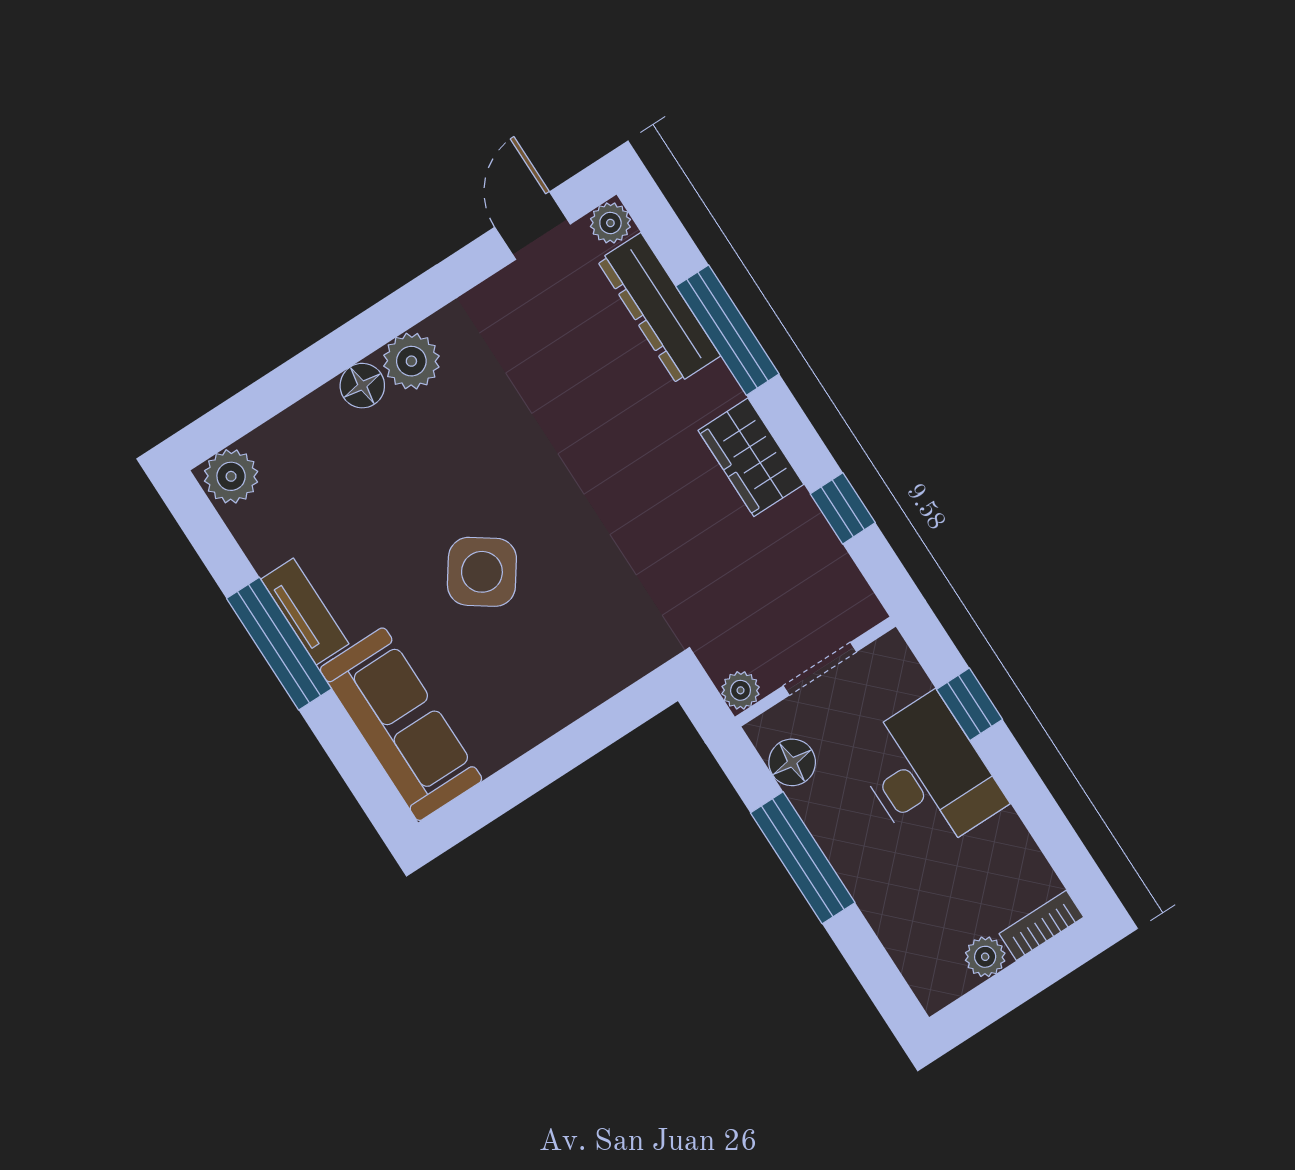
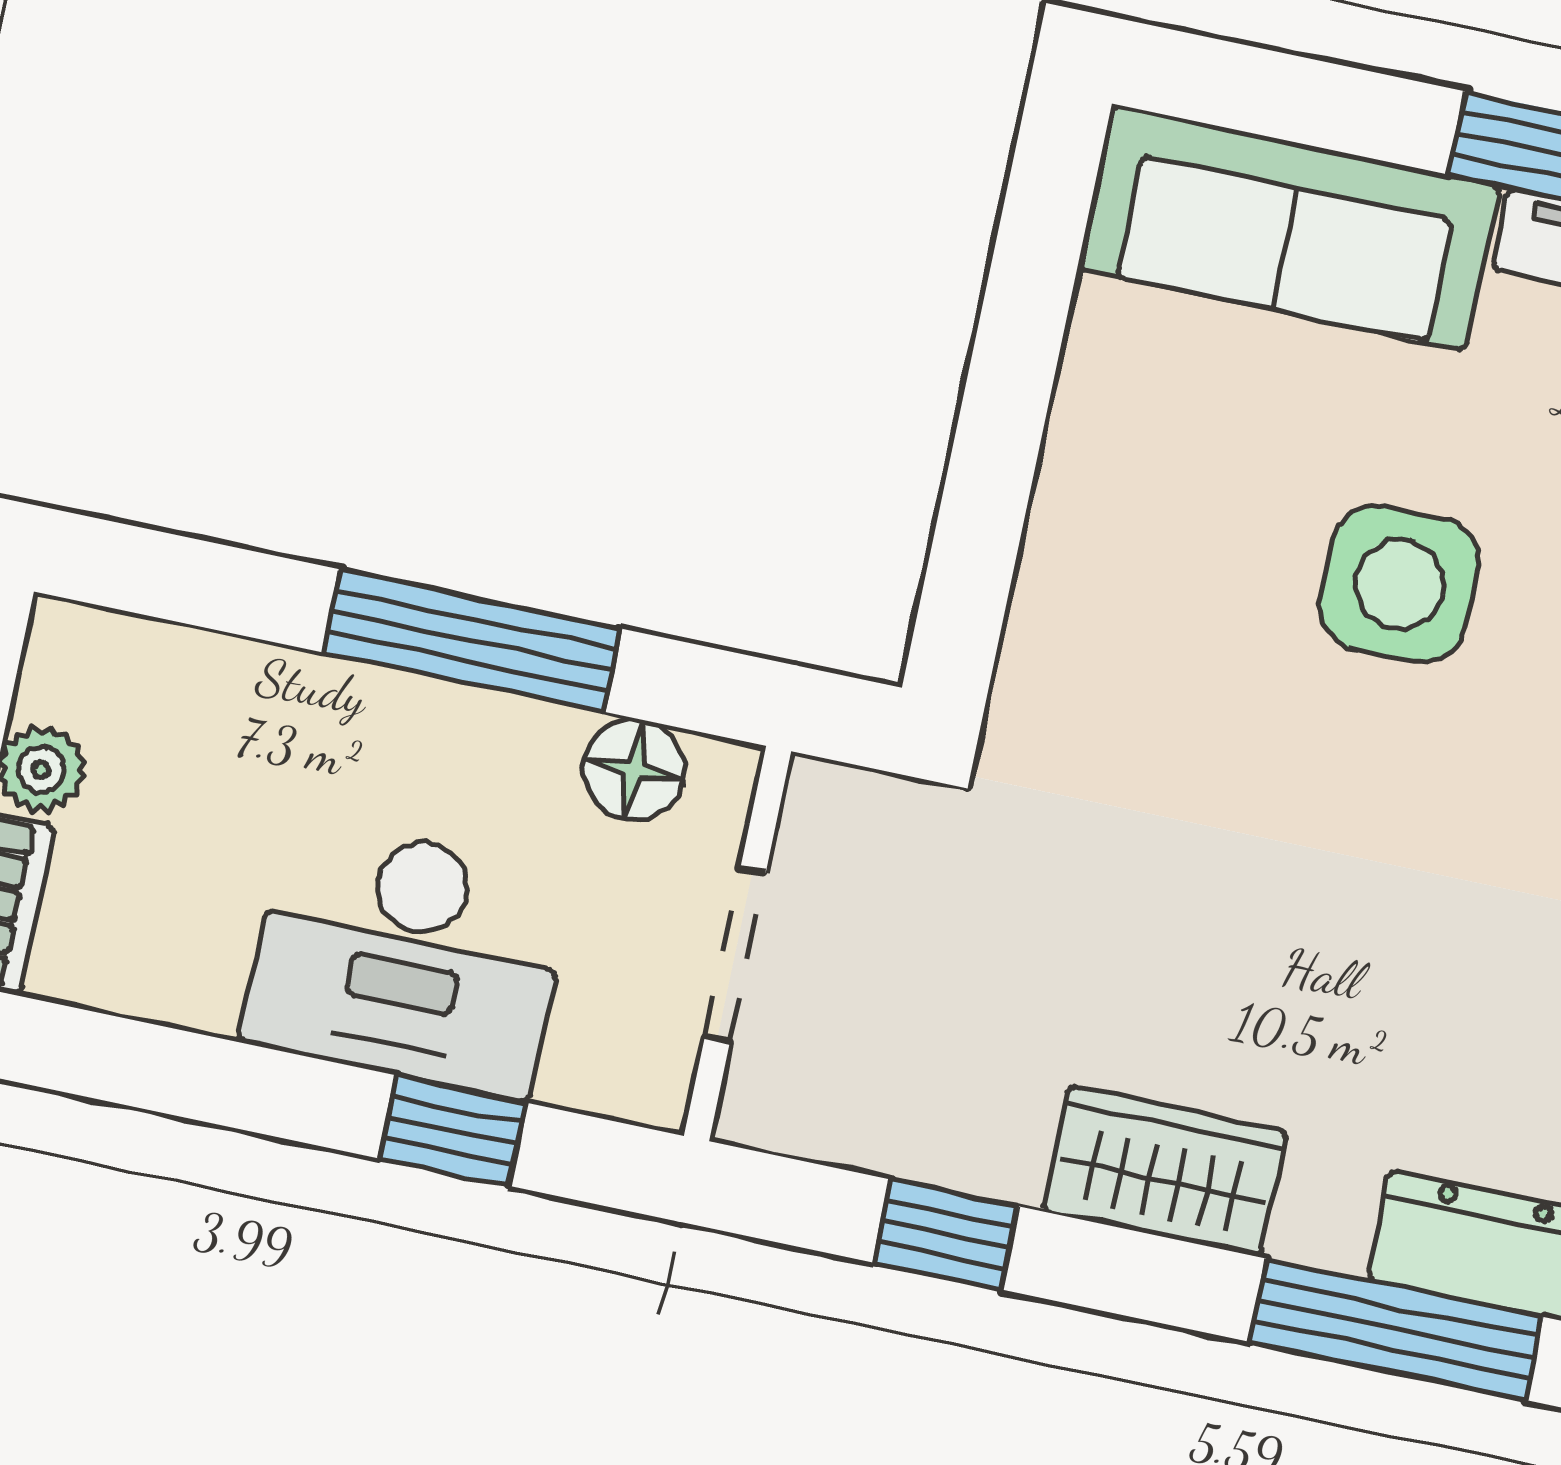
side table: (482, 572) -> (1399, 584), turned -35
plant: (741, 690) -> (823, 800), removed

